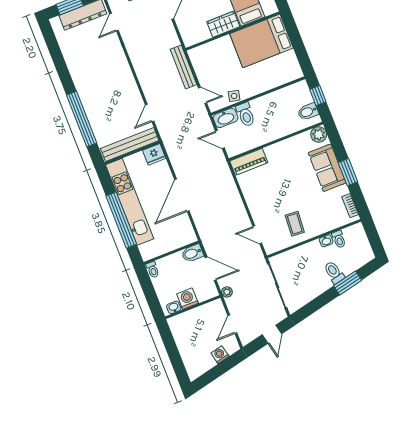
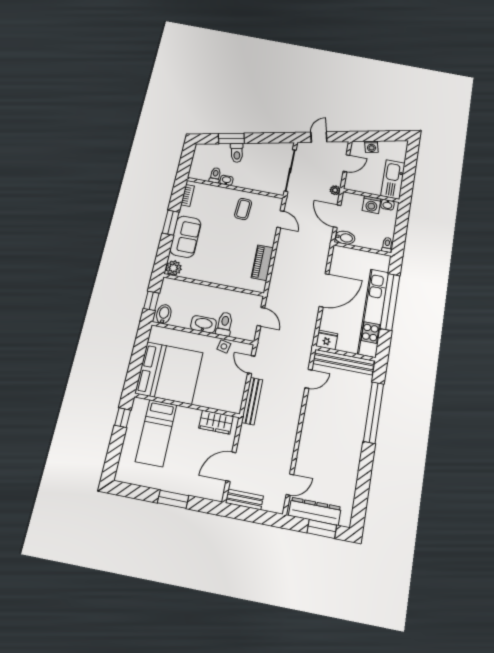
wardrobe: (223, 24) -> (216, 422), moved
bed: (261, 41) -> (169, 373), width x1.36
bidet: (308, 112) -> (164, 314), moved, turned -90
washbasin: (226, 118) -> (203, 324), moved
piano: (249, 162) -> (262, 263), moved, turned -90
kitchen sink: (183, 335) -> (393, 179), added

